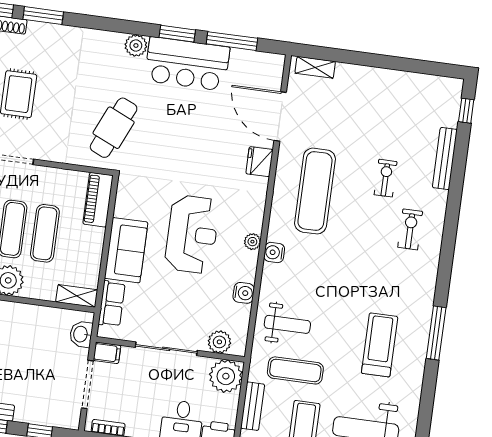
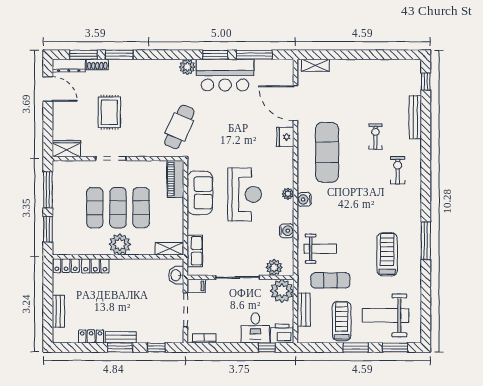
sofa: (126, 250) -> (200, 193), moved

